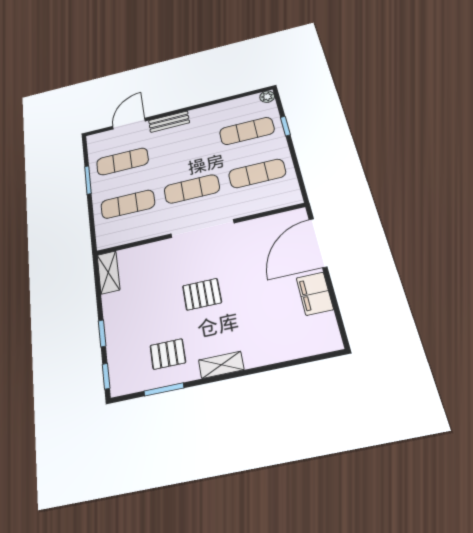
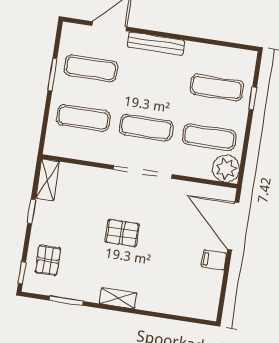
plant: (267, 97) -> (226, 169), moved, width x1.87, depth x1.87
bench: (169, 122) -> (156, 44), width x1.36
door: (318, 243) -> (233, 226), hinge flipped
filing cabinet: (315, 294) -> (214, 260), width x0.50
window: (102, 333) -> (31, 211), moved
pallet: (168, 354) -> (48, 260), moved, turned 90

